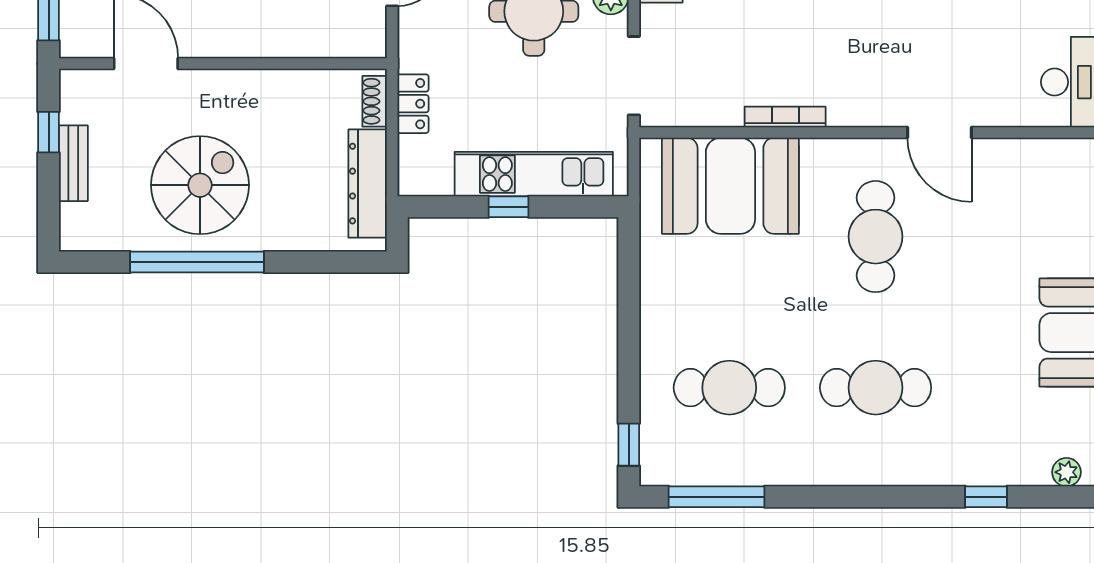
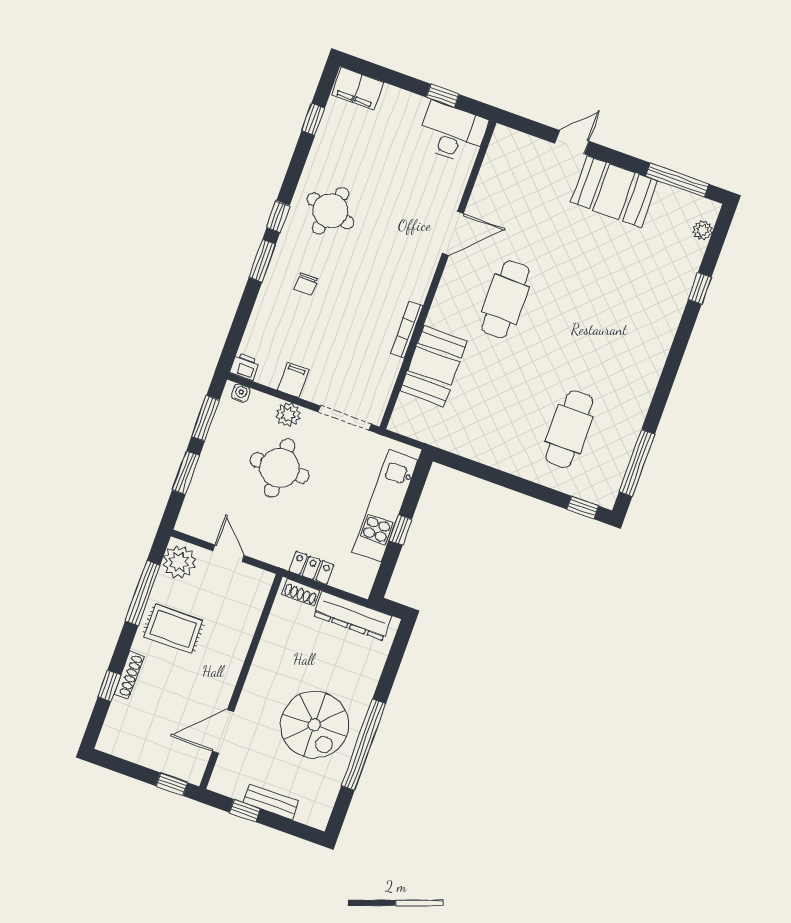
spiral stairs: (200, 185) -> (314, 725), turned 180
booth: (730, 186) -> (434, 366), width x0.73, depth x0.70
cafe table: (876, 237) -> (505, 299), turned 90
cafe table: (876, 388) -> (603, 334), removed

